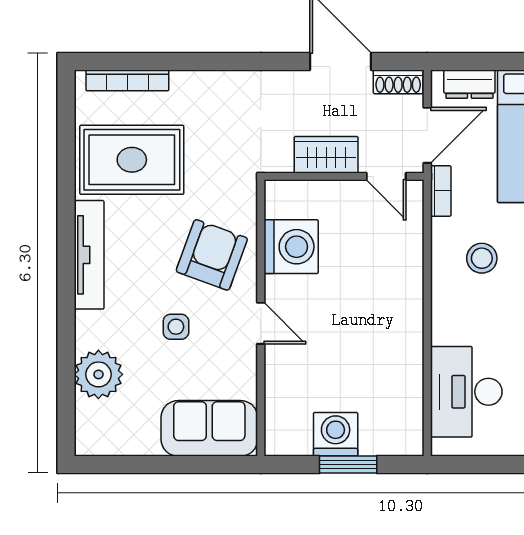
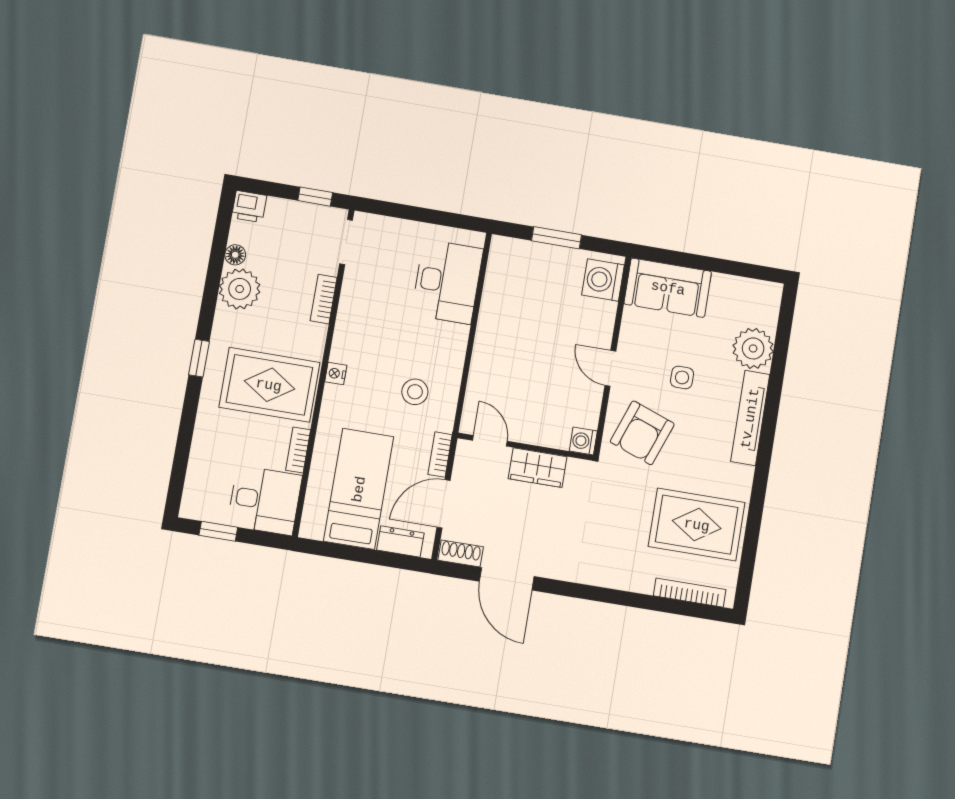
wardrobe: (326, 155) -> (538, 468), moved
wall: (344, 176) -> (525, 447), moved
door: (386, 176) -> (490, 441), moved
washing machine: (291, 247) -> (583, 441), width x0.53, depth x0.53
tv unit: (89, 255) -> (750, 418), moved
washing machine: (336, 434) -> (603, 280), moved, turned 90

